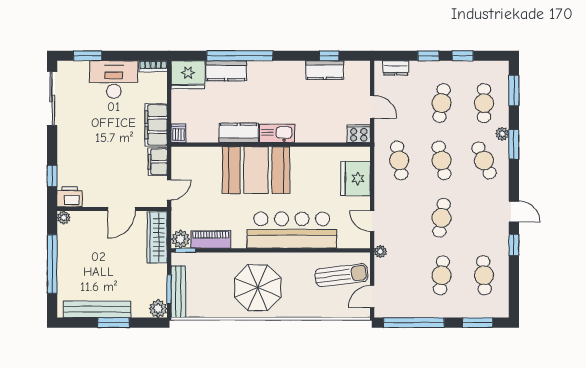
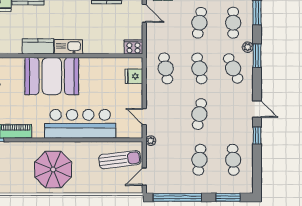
door: (372, 107) -> (144, 13), moved
fridge: (356, 179) -> (134, 76), width x0.53, depth x0.75

